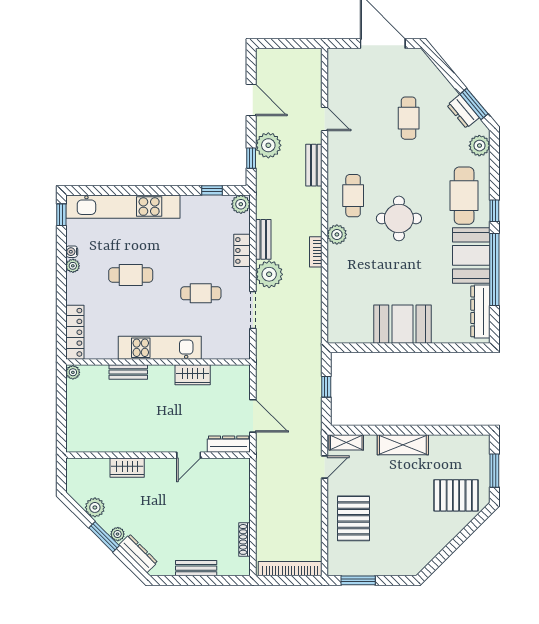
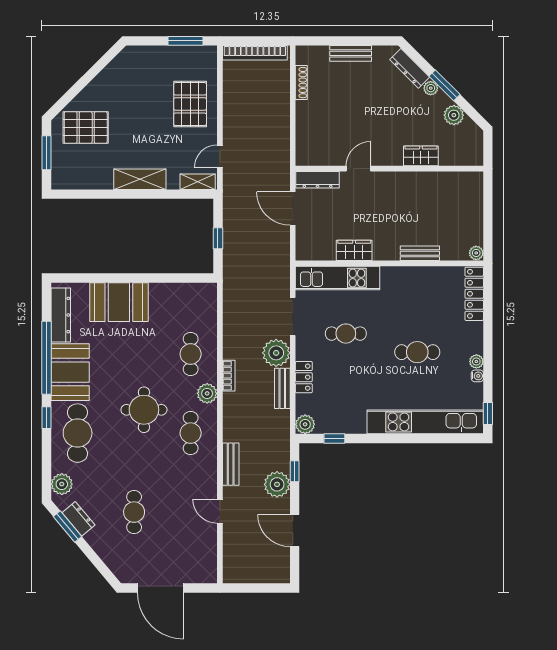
cafe table: (353, 273) -> (191, 354), added
booth: (402, 324) -> (119, 302), moved
kitchen unit: (160, 348) -> (338, 278), moved

